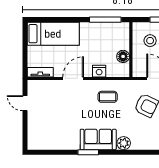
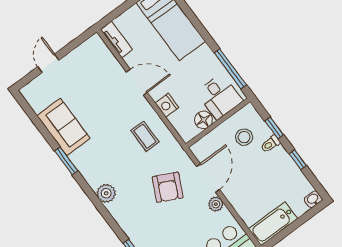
desk: (117, 37) -> (220, 97), added
door: (25, 103) -> (48, 63), moved
sofa: (98, 139) -> (63, 127), moved

